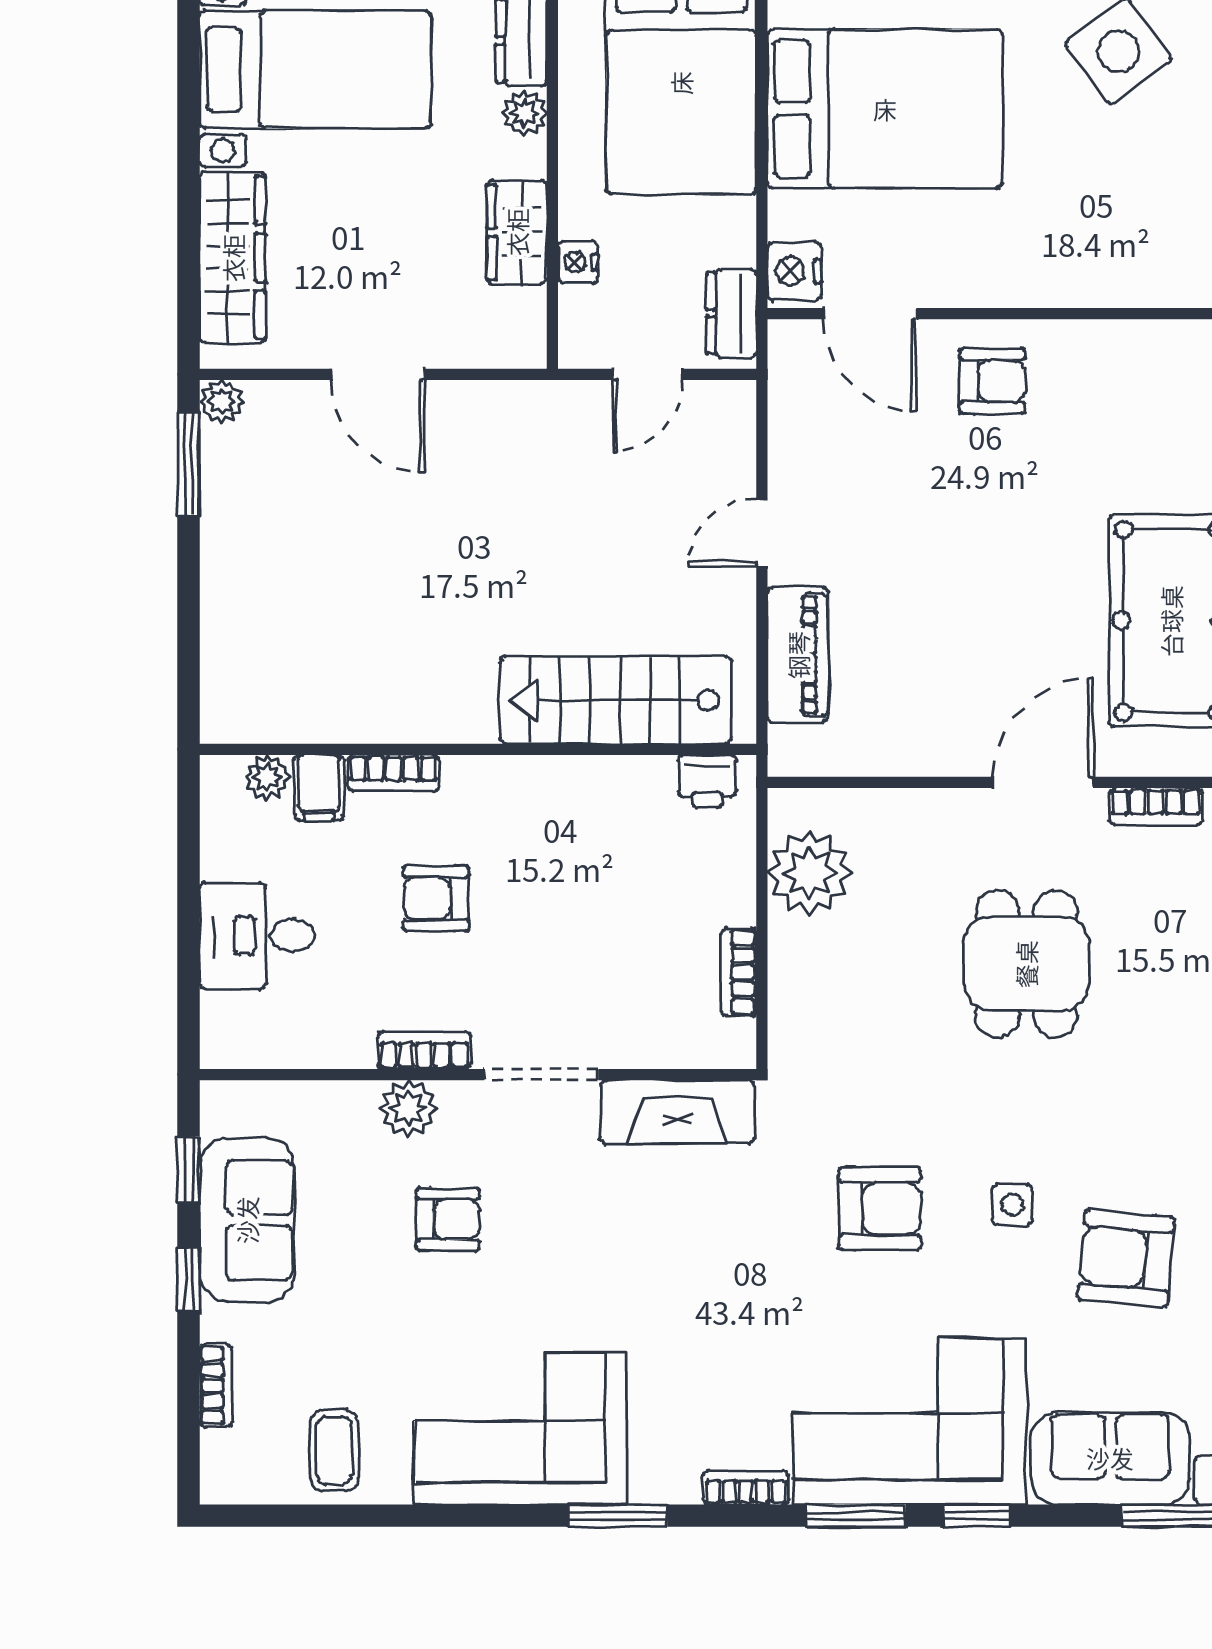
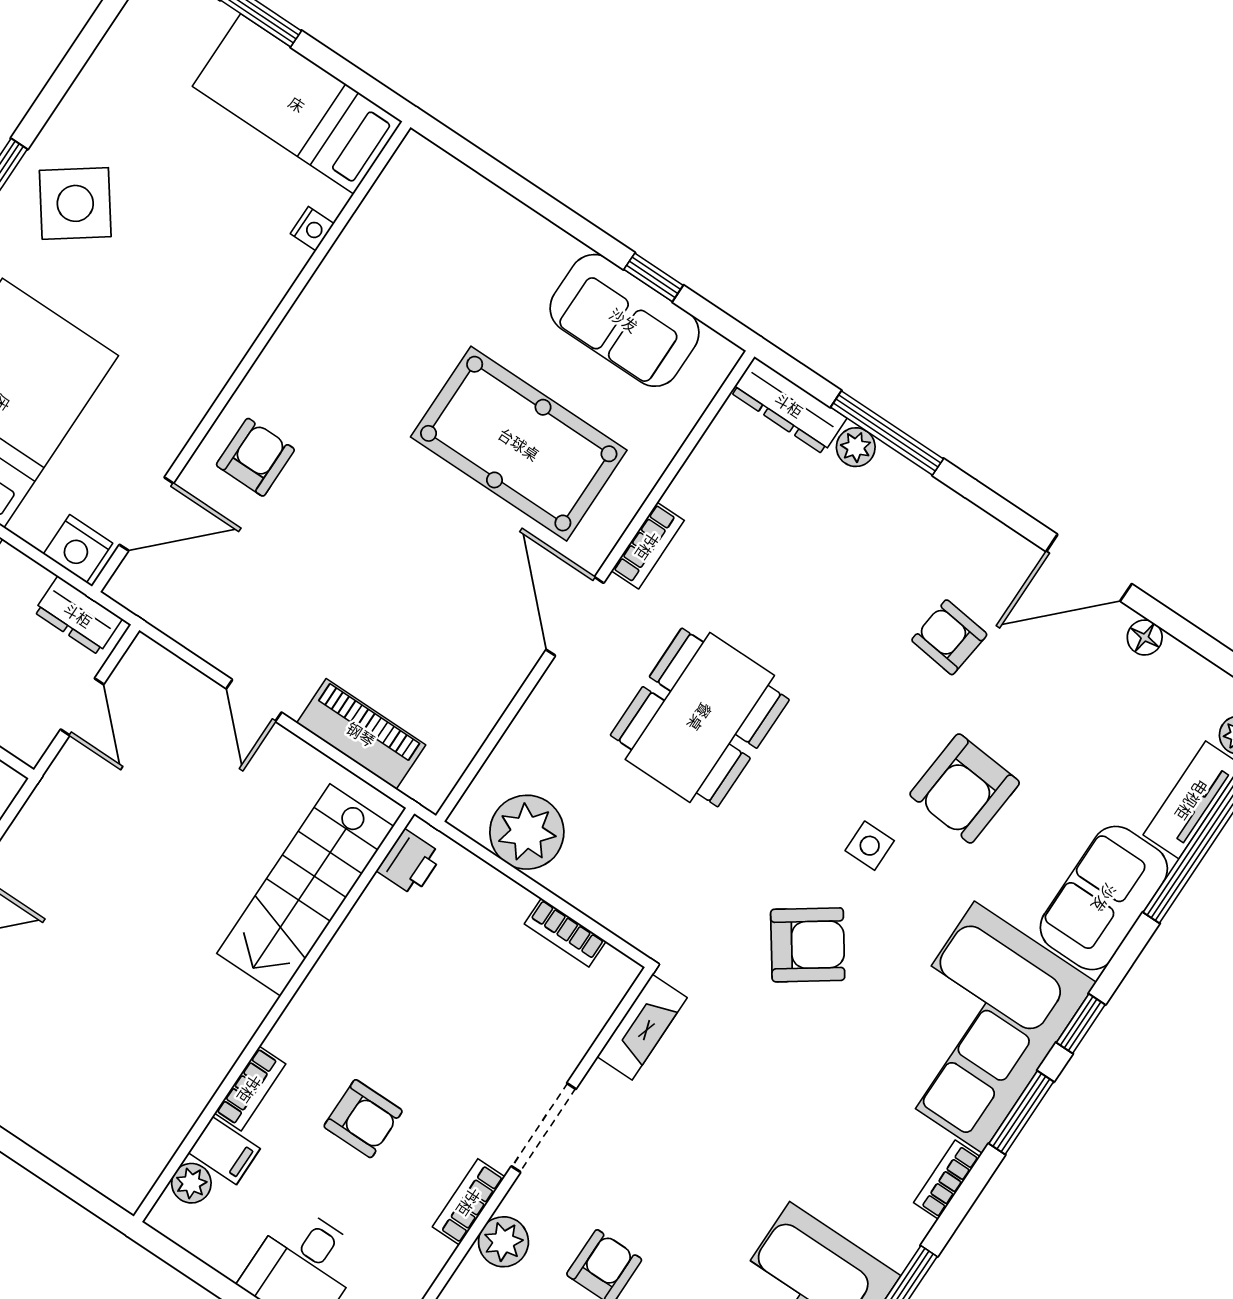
armchair: (436, 898) -> (363, 1119), turned -90
dining table: (1026, 964) -> (700, 717), width x1.38
fireplace: (677, 1112) -> (642, 1027), width x0.73, depth x0.76
armchair: (880, 1209) -> (808, 945), turned 55

